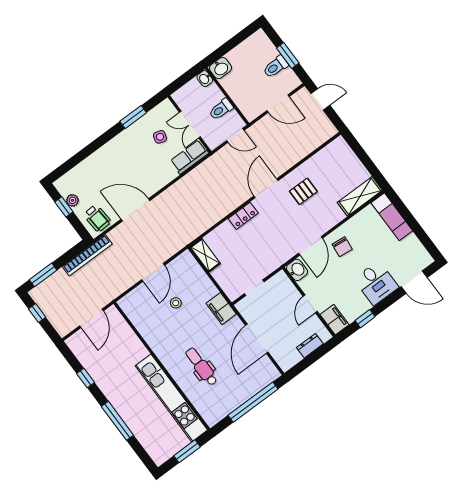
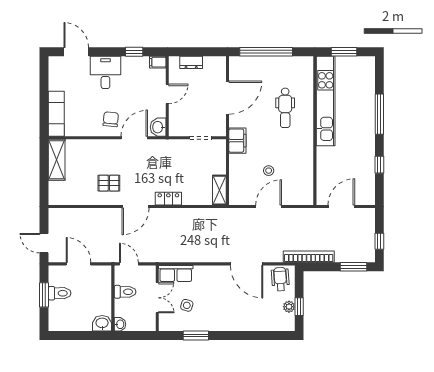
shelving: (360, 196) -> (57, 160), moved, turned 90
filing cabinet: (335, 320) -> (158, 62), width x0.50

